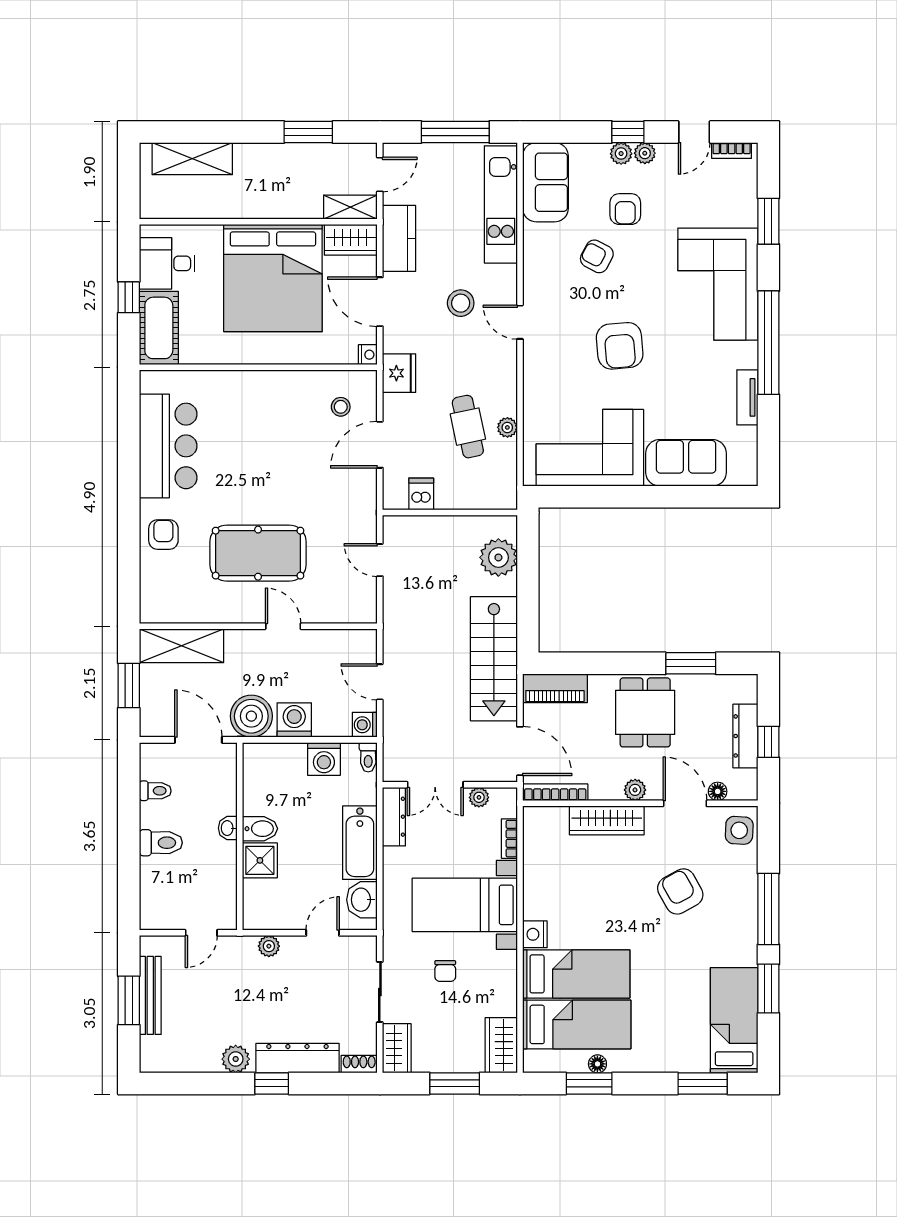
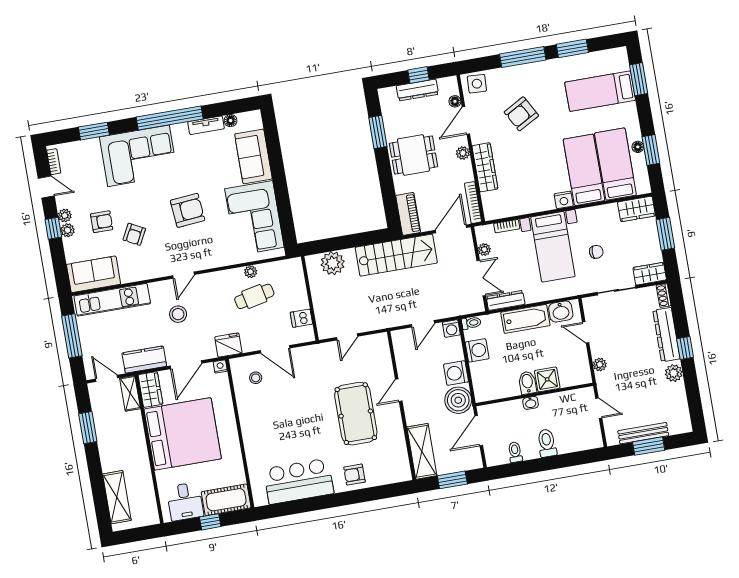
floor lamp: (748, 437) -> (231, 121), added
bed: (734, 1020) -> (600, 91), moved

